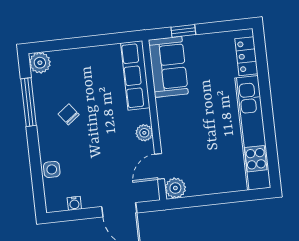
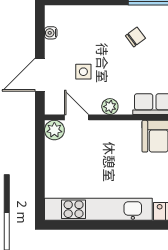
side table: (52, 169) -> (83, 72), moved

